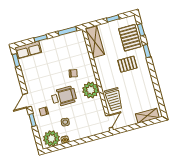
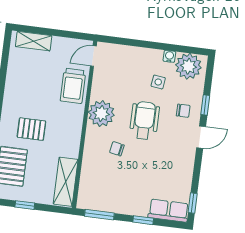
wheelchair: (64, 96) -> (144, 120), turned 90
trolley: (114, 99) -> (73, 86), turned 180

